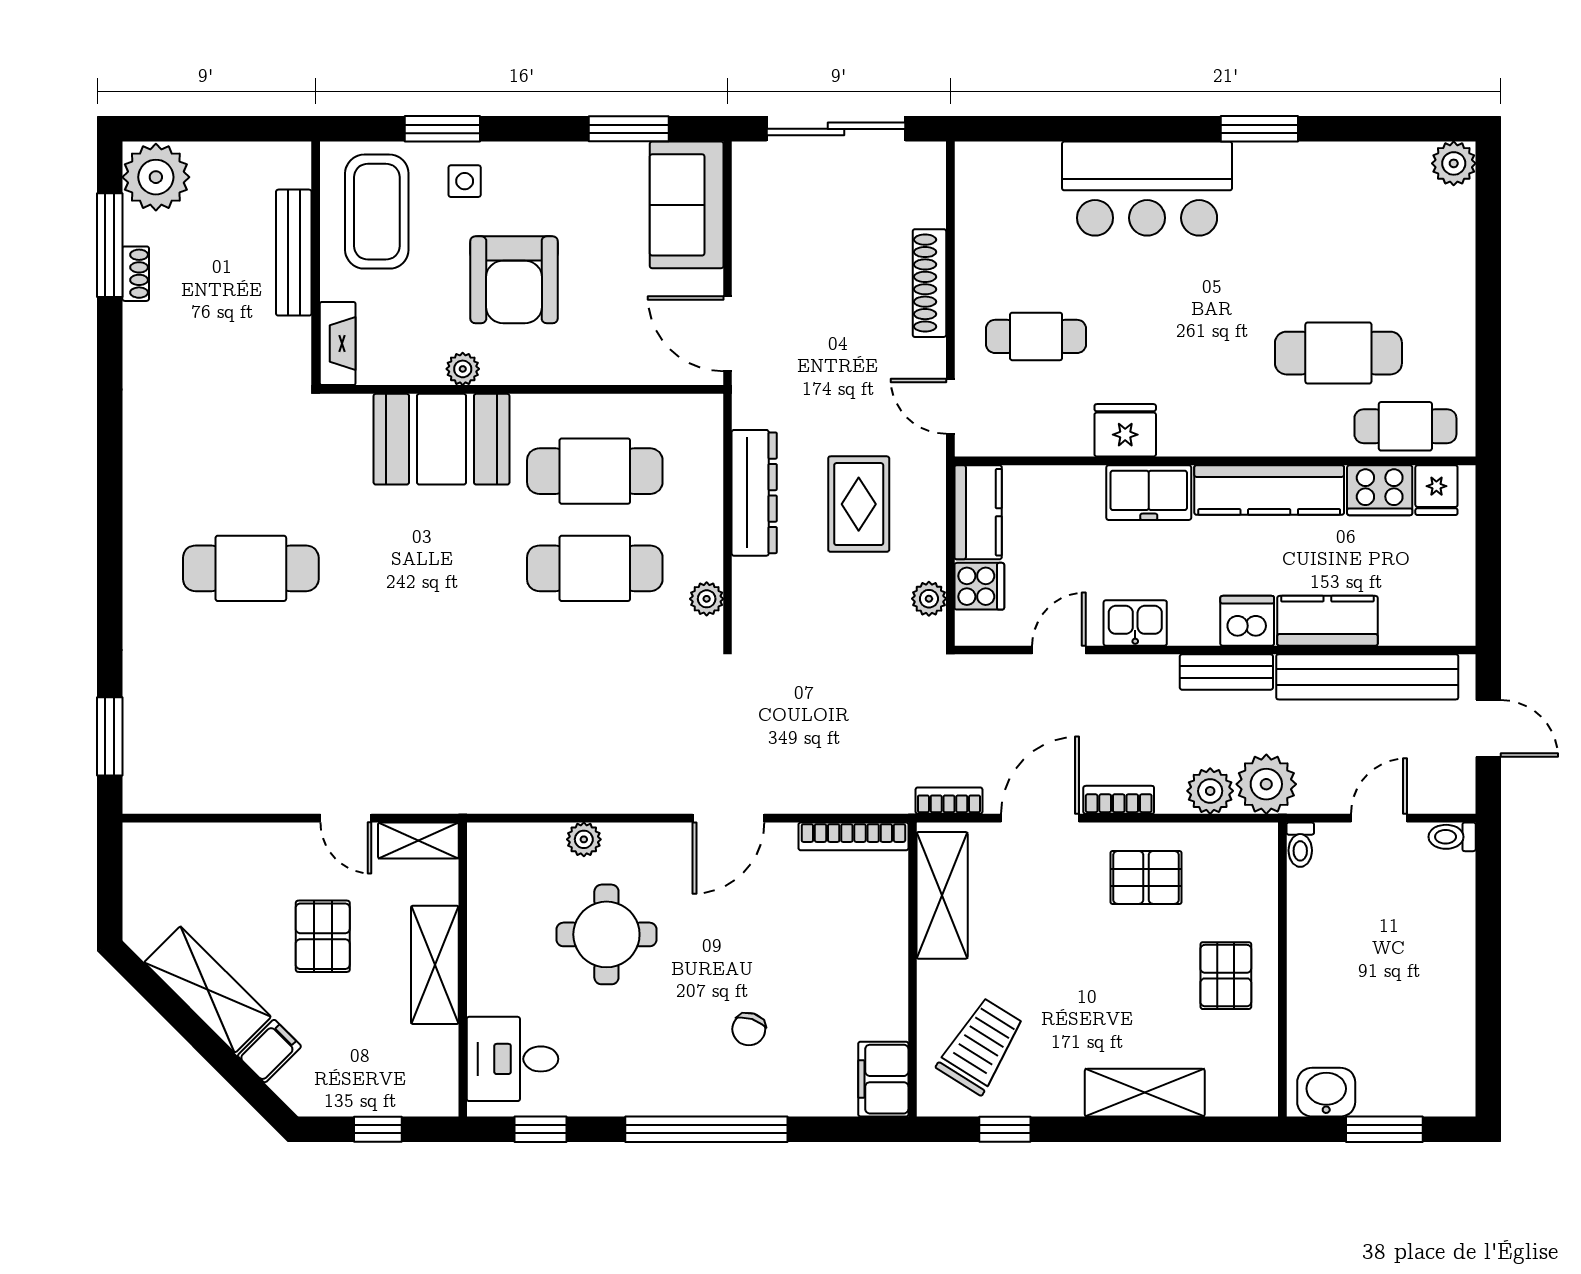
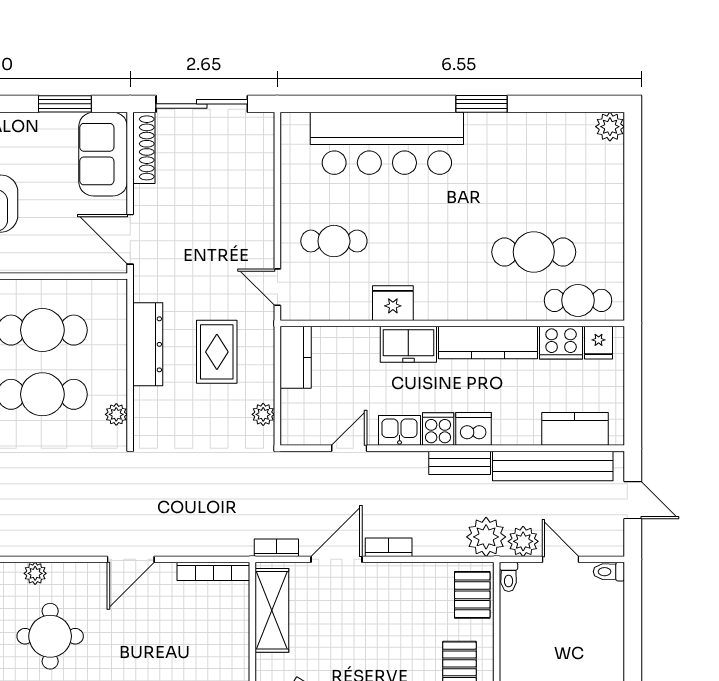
bar counter: (1147, 189) -> (387, 143), width x1.36
shoe rack: (929, 283) -> (144, 148), moved, turned 180
cooker: (979, 586) -> (438, 429), moved, turned -90
kitchen counter: (1327, 621) -> (575, 429), moved
plant: (1210, 791) -> (523, 541), moved
door: (1379, 818) -> (561, 559), hinge flipped
pallet: (1146, 877) -> (472, 595), moved, turned 90

